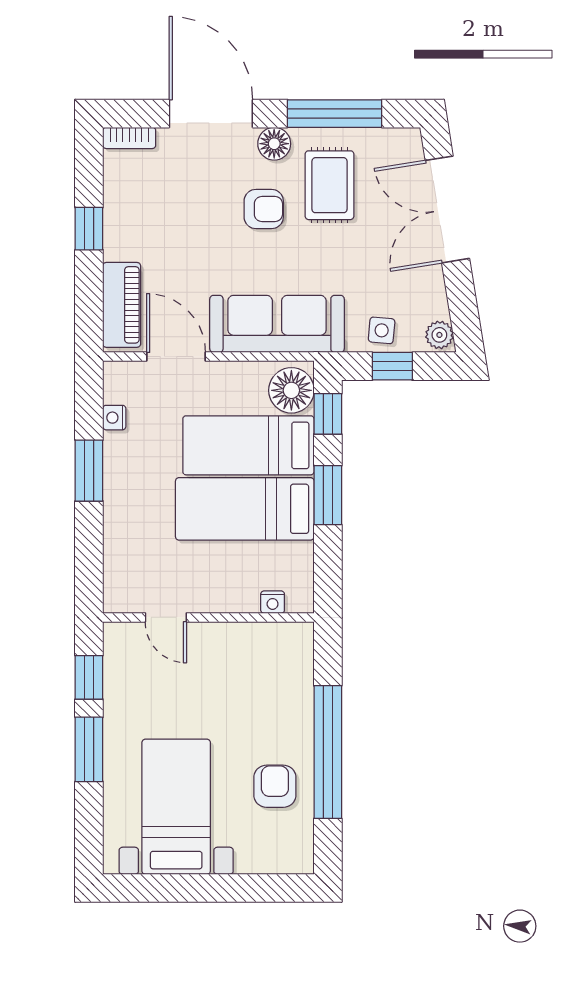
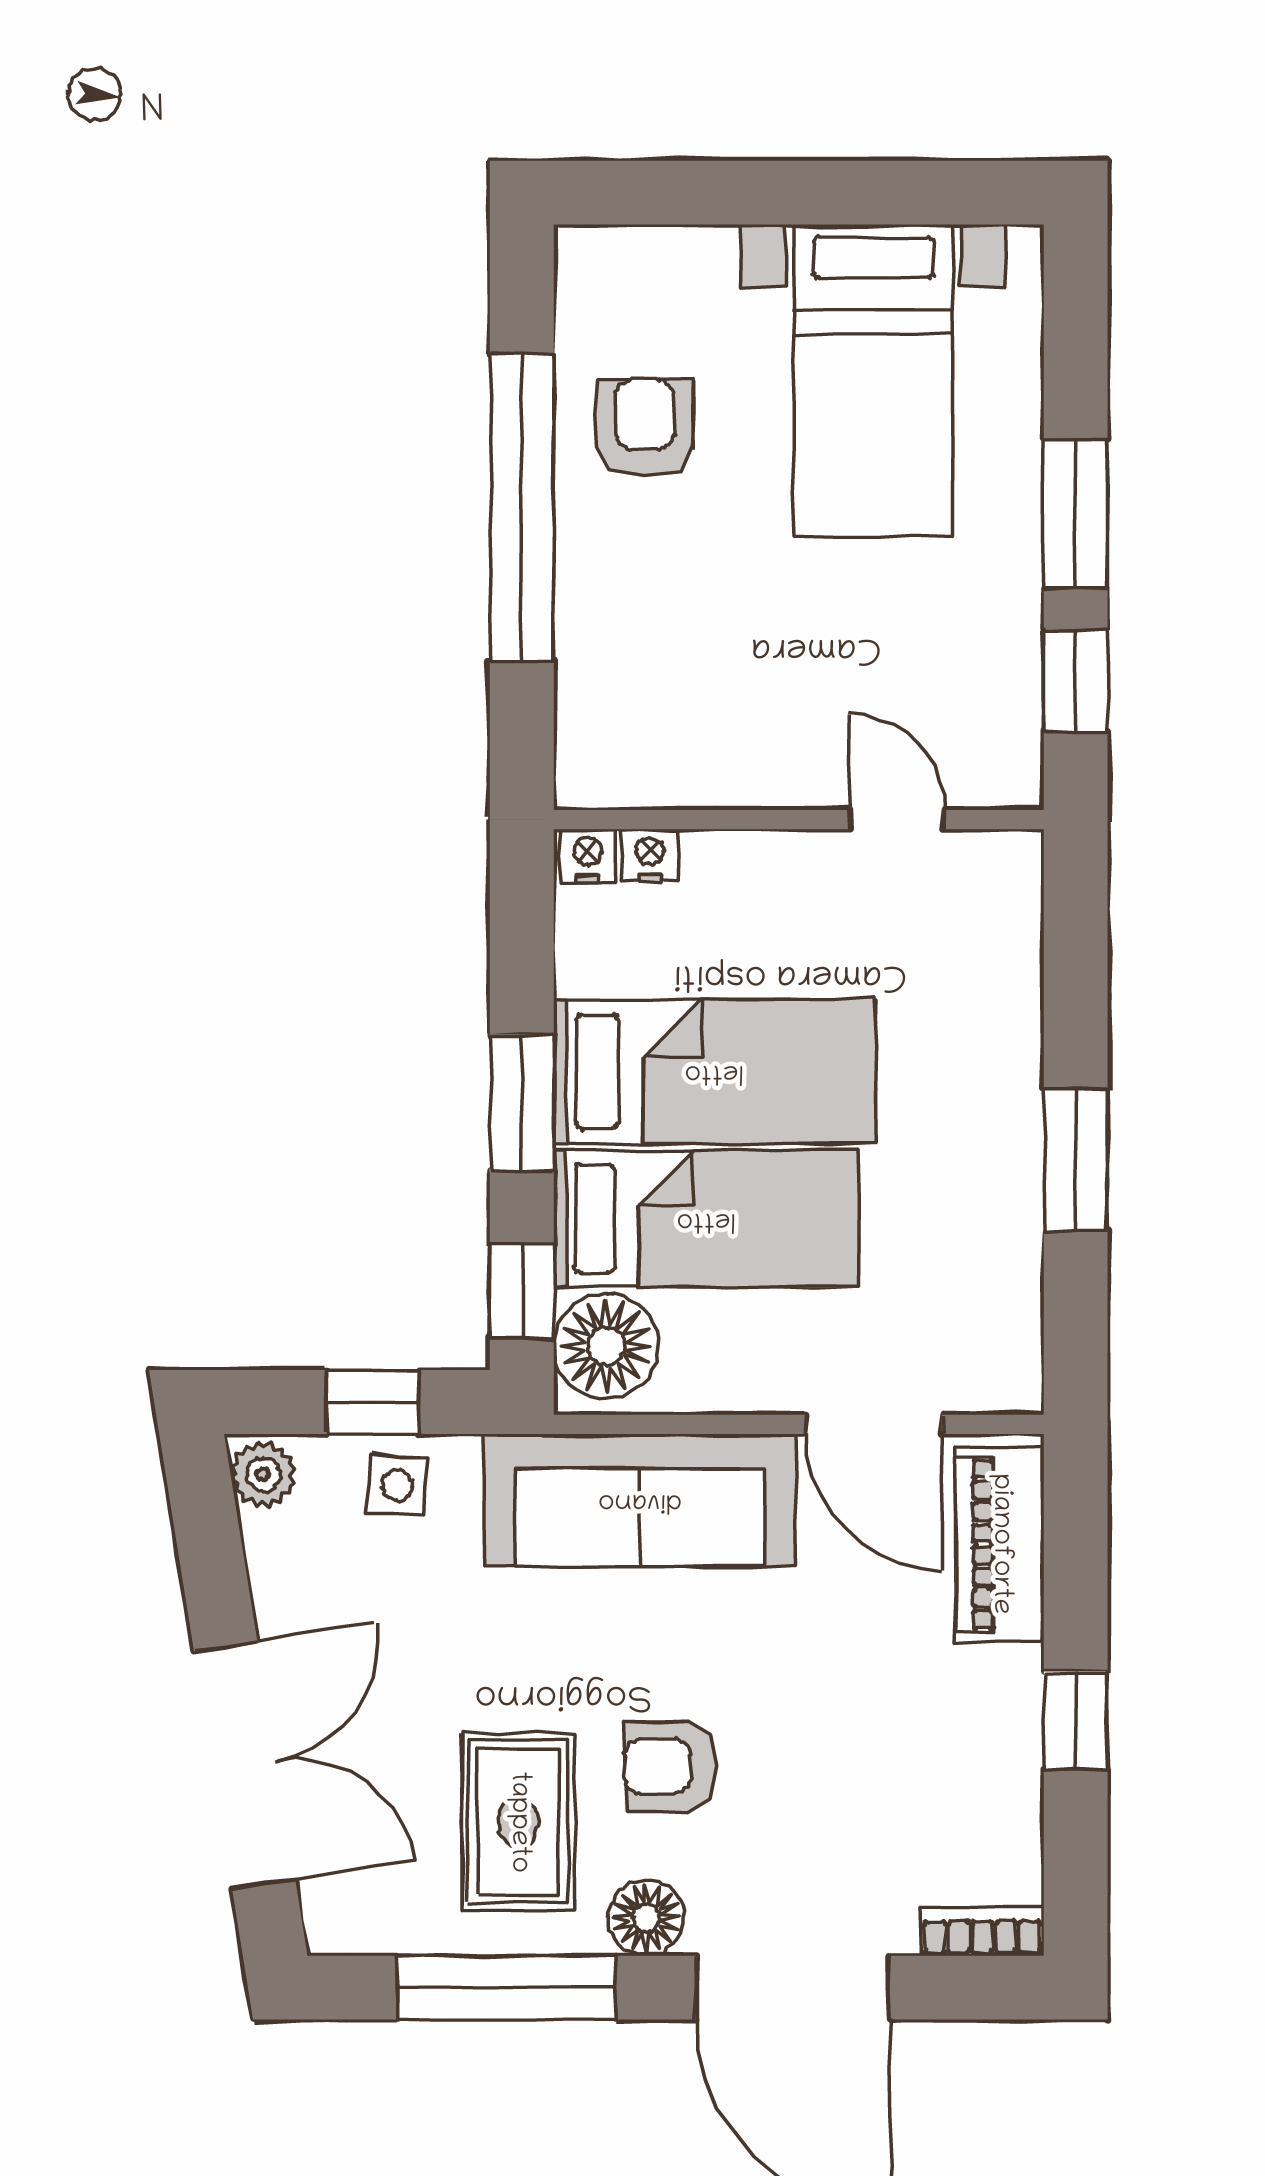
nightstand: (114, 418) -> (588, 856), moved, turned -90
armchair: (275, 786) -> (645, 428), turned 180

